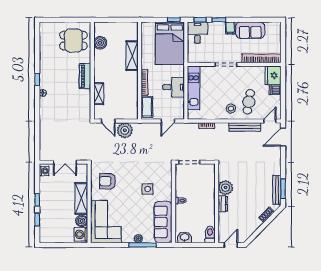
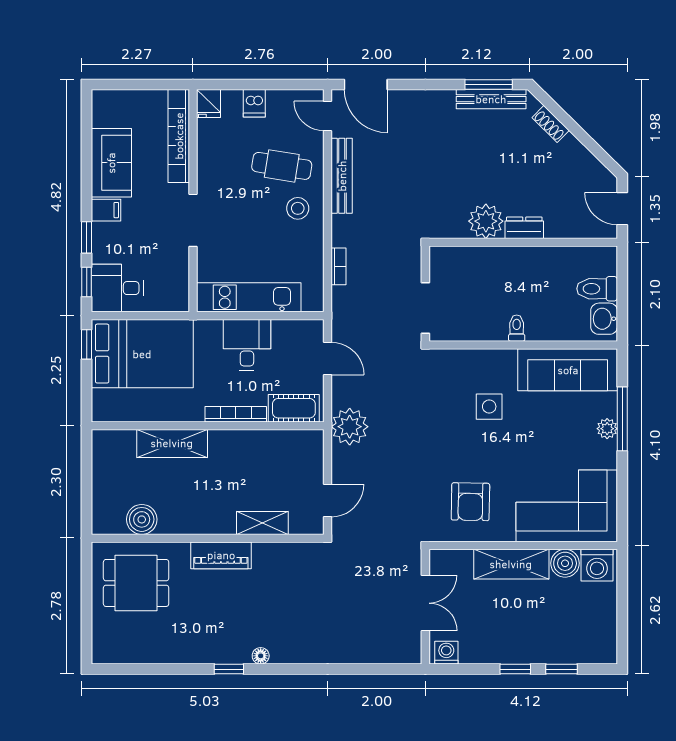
dining table: (73, 41) -> (136, 583), turned 90
fridge: (273, 75) -> (208, 103), width x0.53, depth x0.75
plant: (125, 130) -> (350, 427), moved
toilet: (210, 234) -> (597, 289), moved

